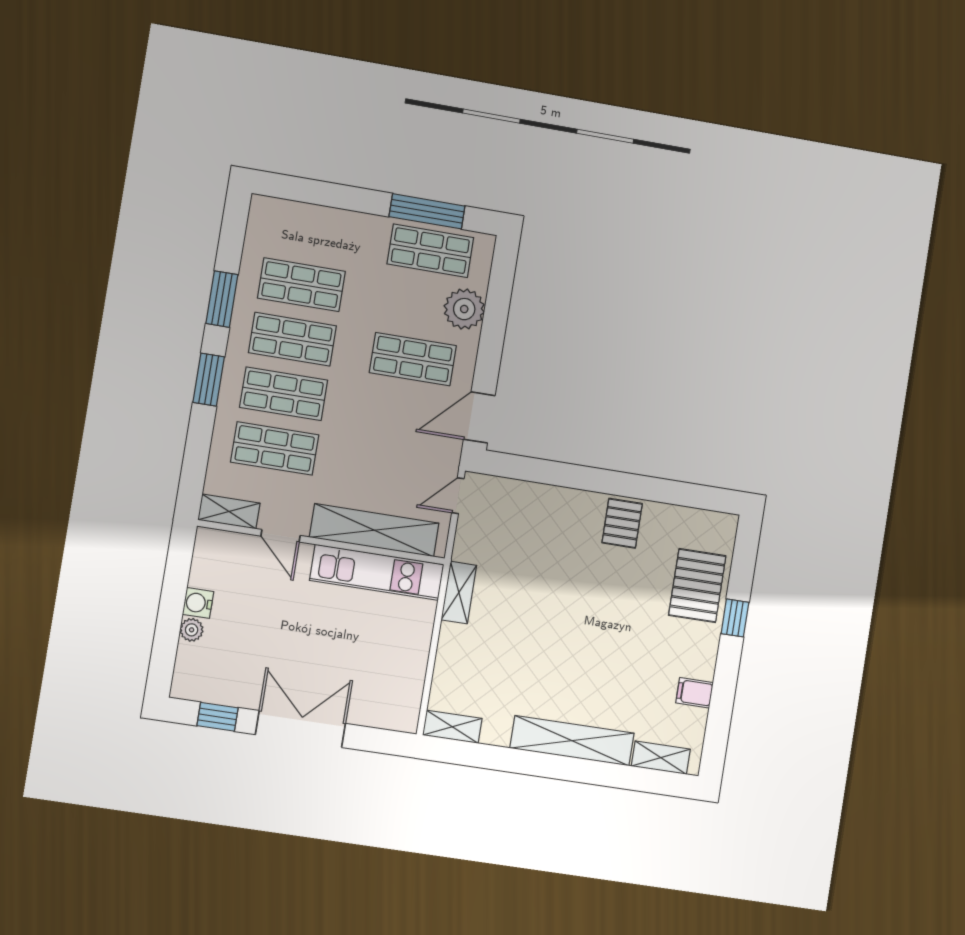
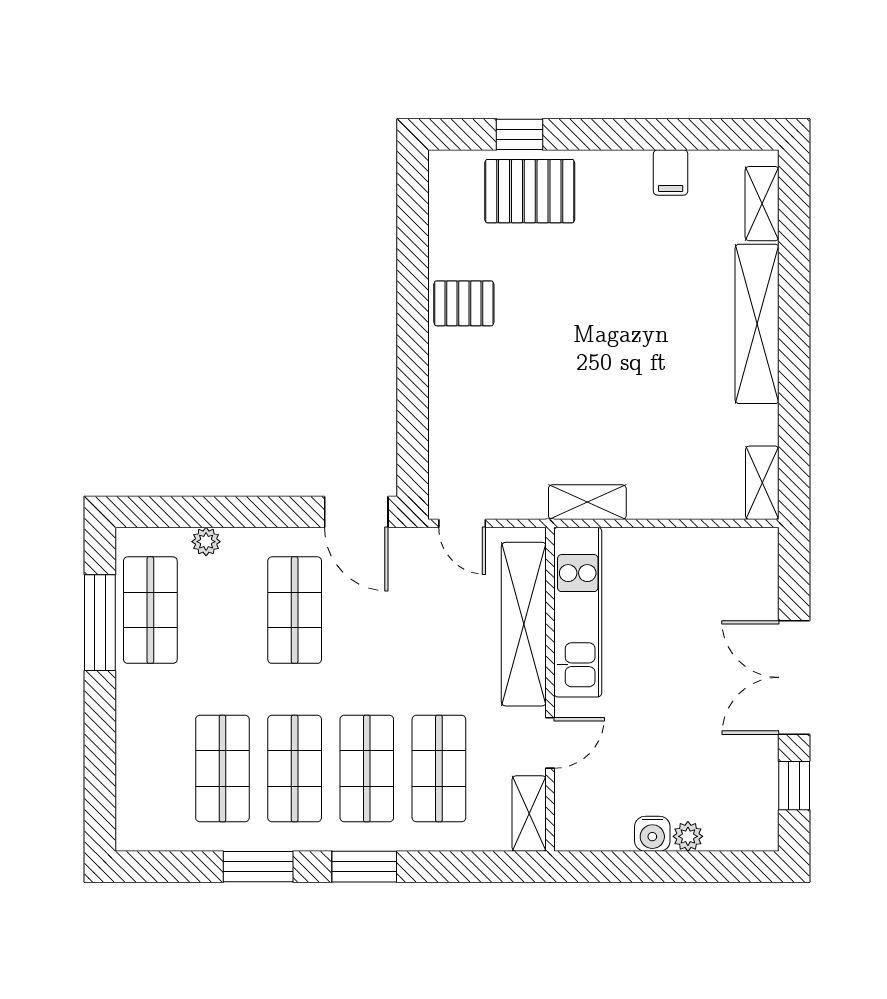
plant: (464, 309) -> (206, 542), width x0.53, depth x0.53
window: (735, 618) -> (520, 134), moved

